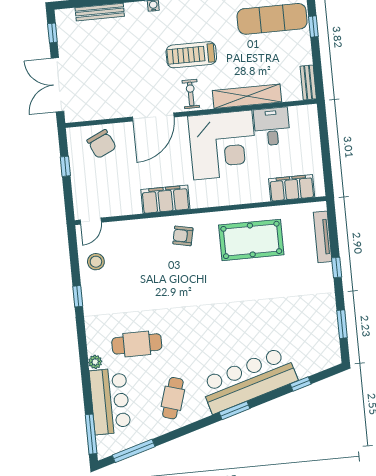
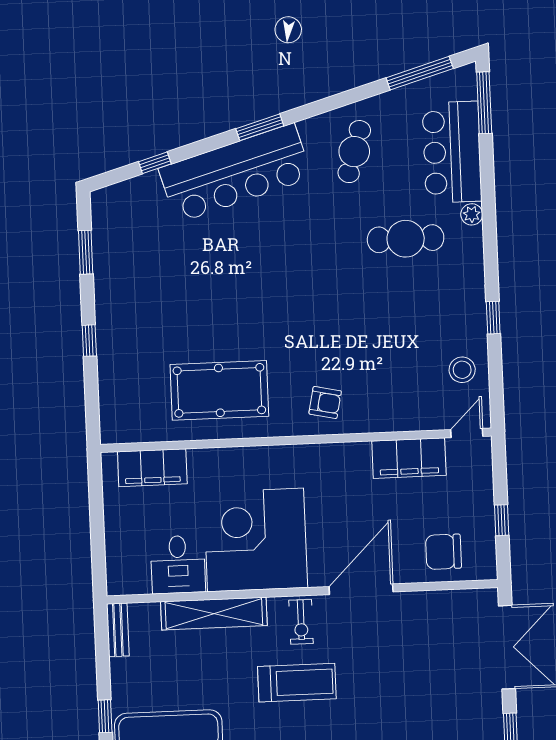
chair: (102, 144) -> (443, 552), turned -65
filing cabinet: (165, 199) -> (409, 458), moved
tv unit: (323, 237) -> (108, 389), removed

